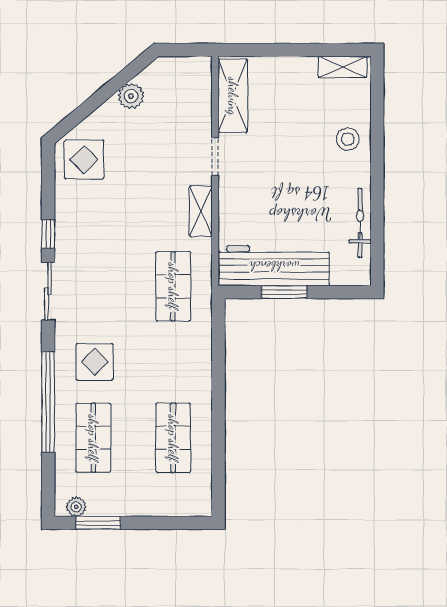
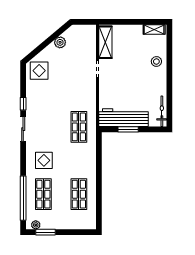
shelving: (201, 211) -> (91, 94), removed
bicycle: (360, 223) -> (162, 111), moved
window: (48, 402) -> (23, 198), moved

